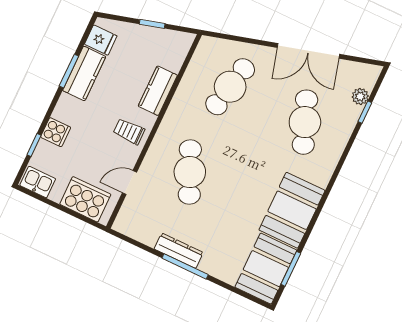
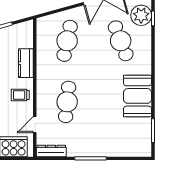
plant: (360, 96) -> (141, 15), width x1.88, depth x1.88
cafe table: (190, 172) -> (67, 102), turned 30
dresser: (179, 251) -> (51, 151), moved
booth: (266, 269) -> (138, 137), removed

